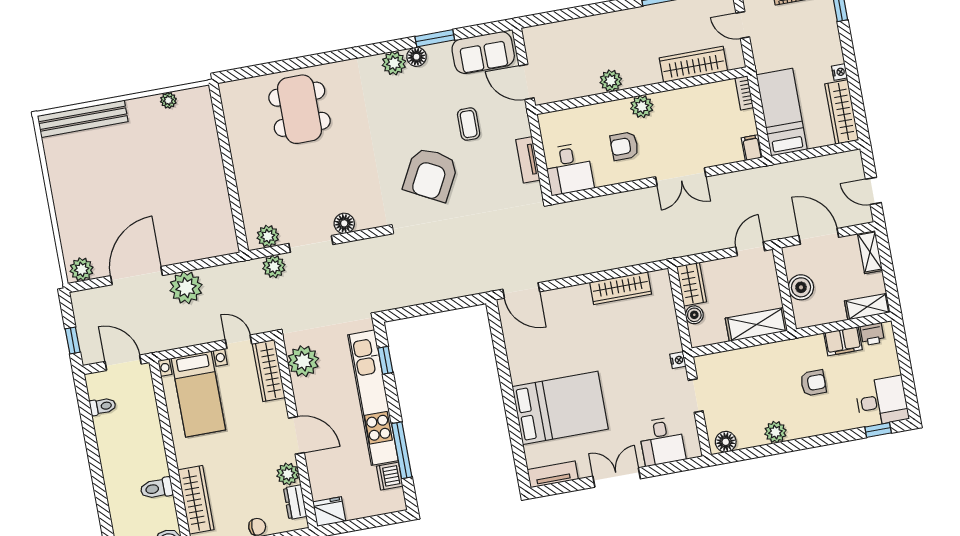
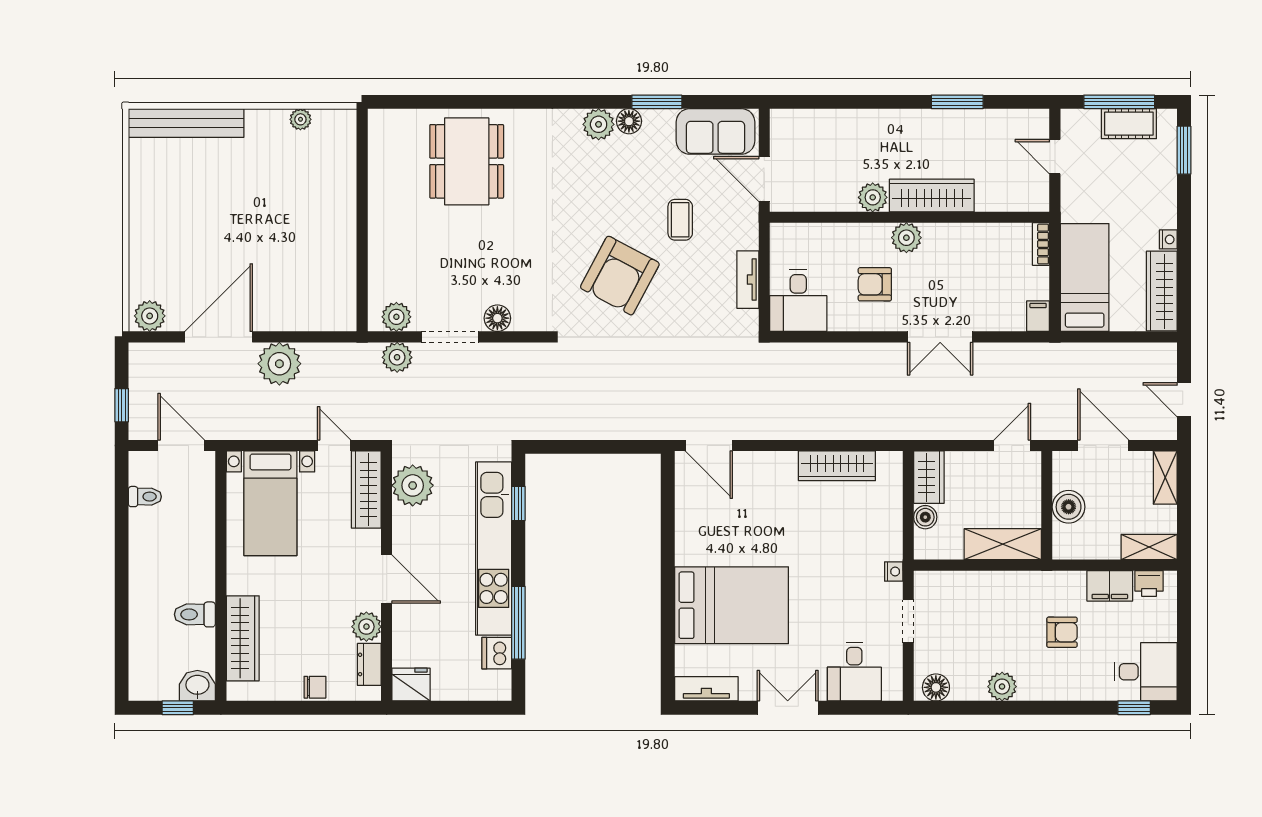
wardrobe: (693, 64) -> (932, 196), moved

